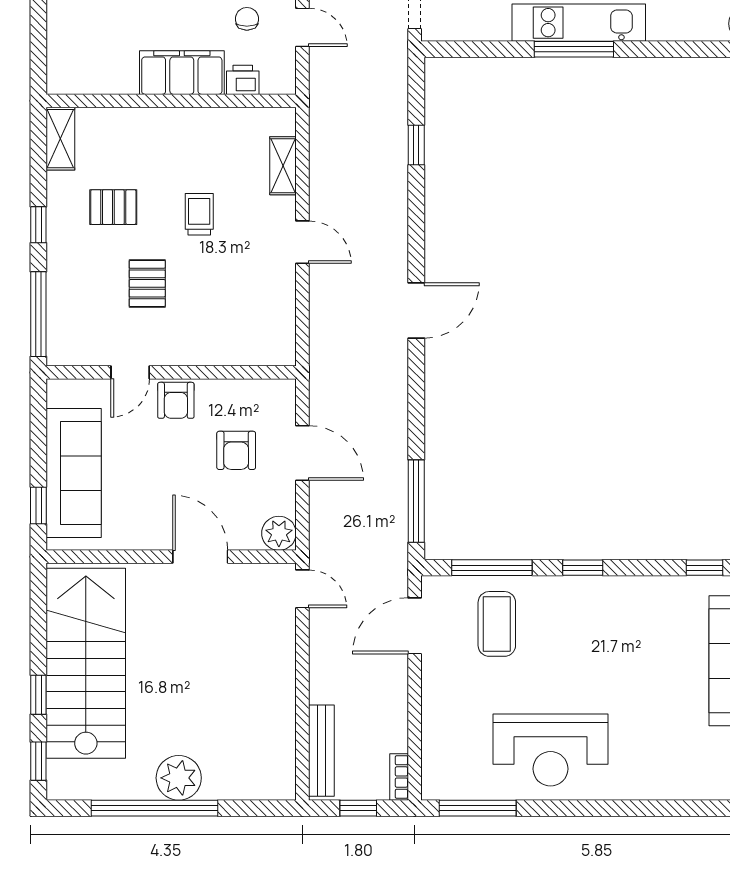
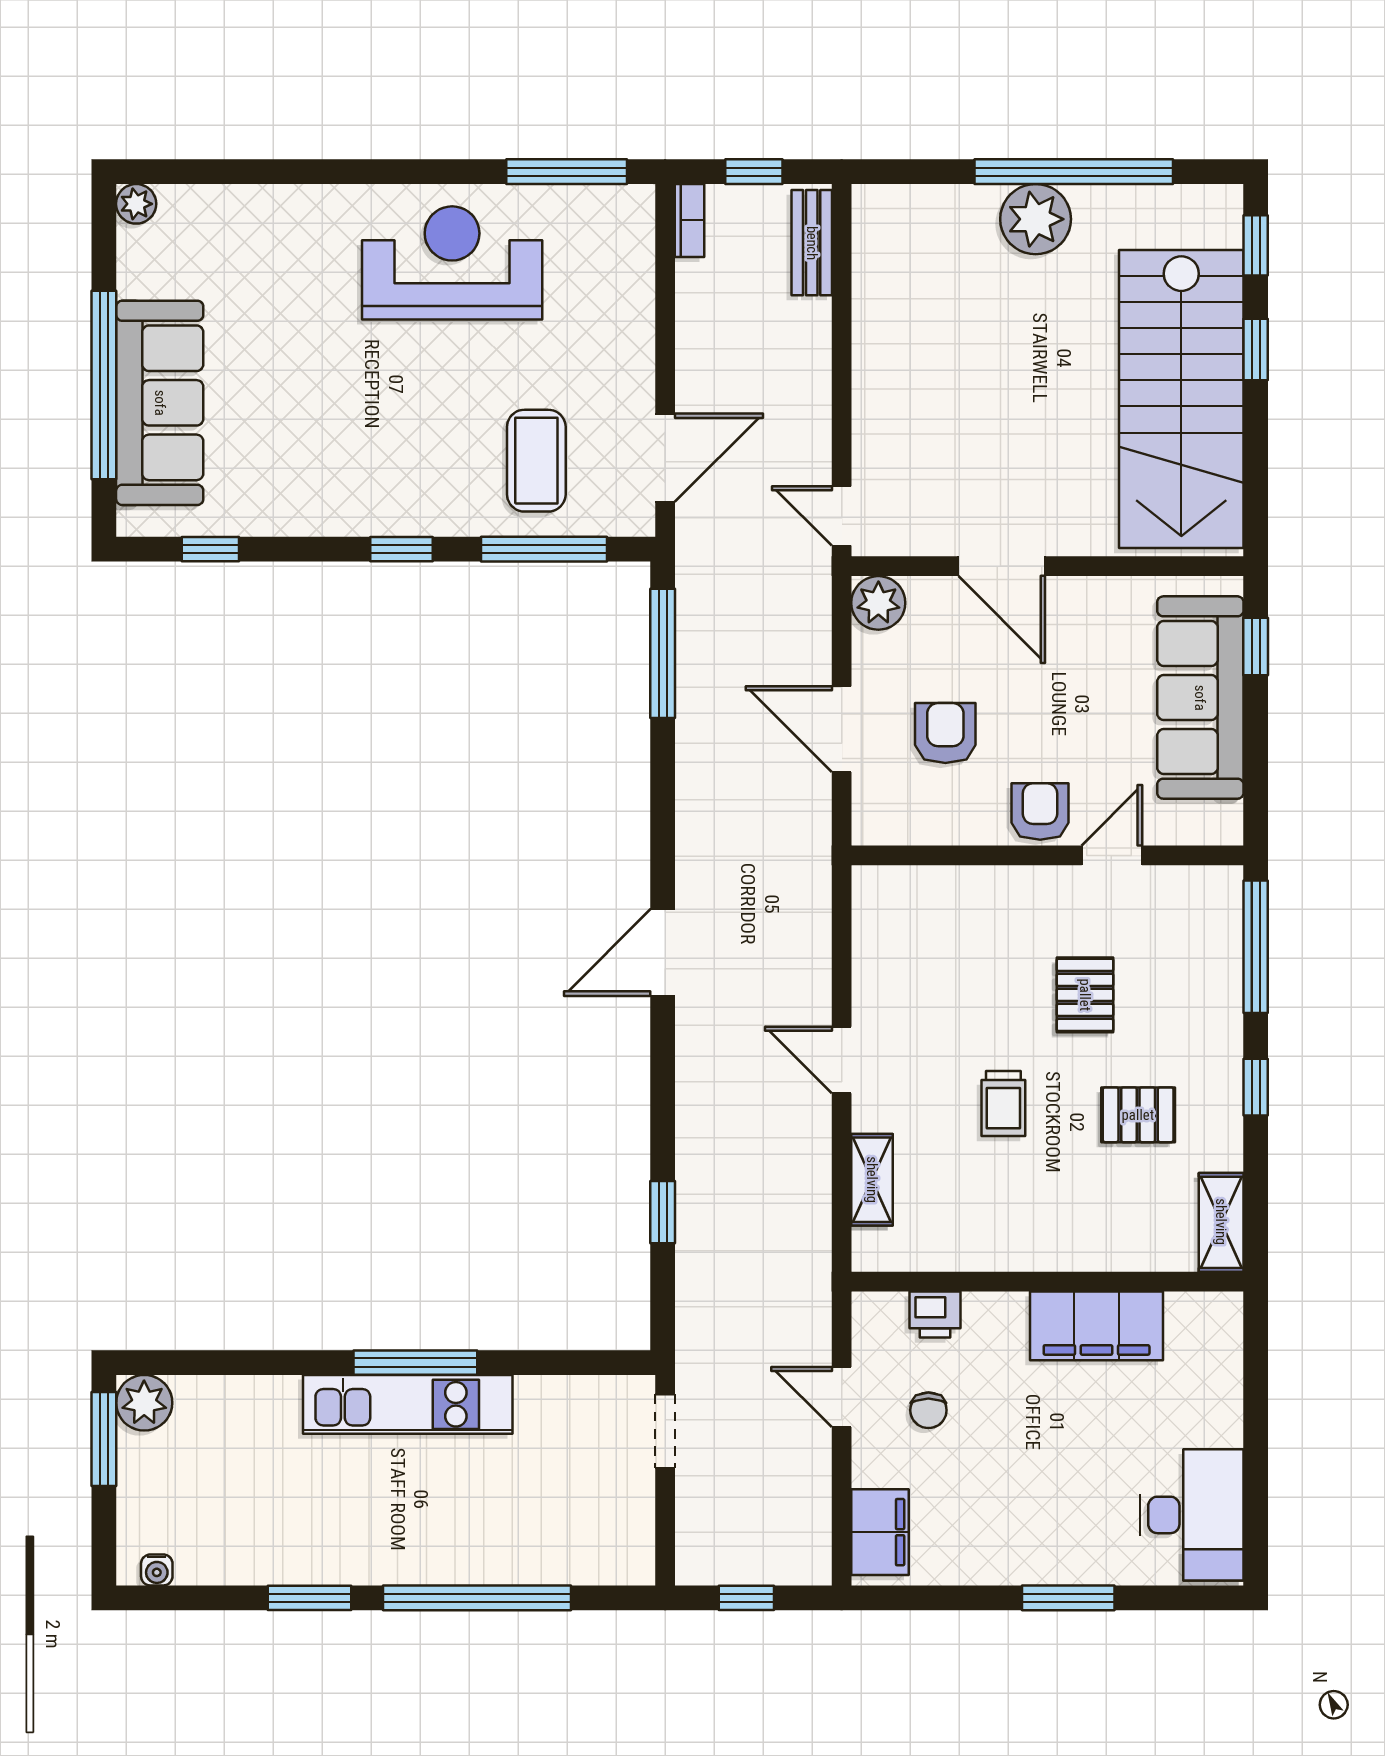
filing cabinet: (182, 73) -> (1097, 1326), moved
bench: (321, 751) -> (812, 243), width x0.73

